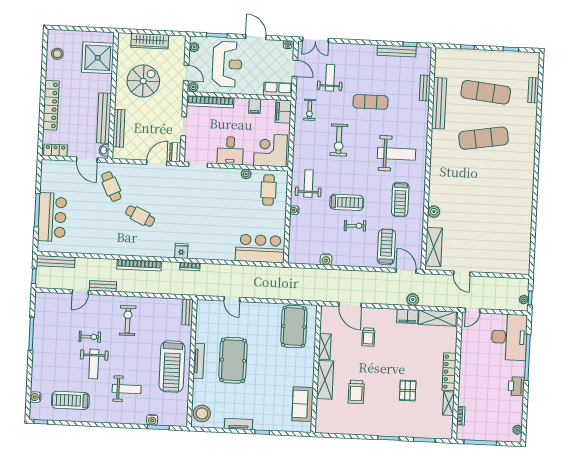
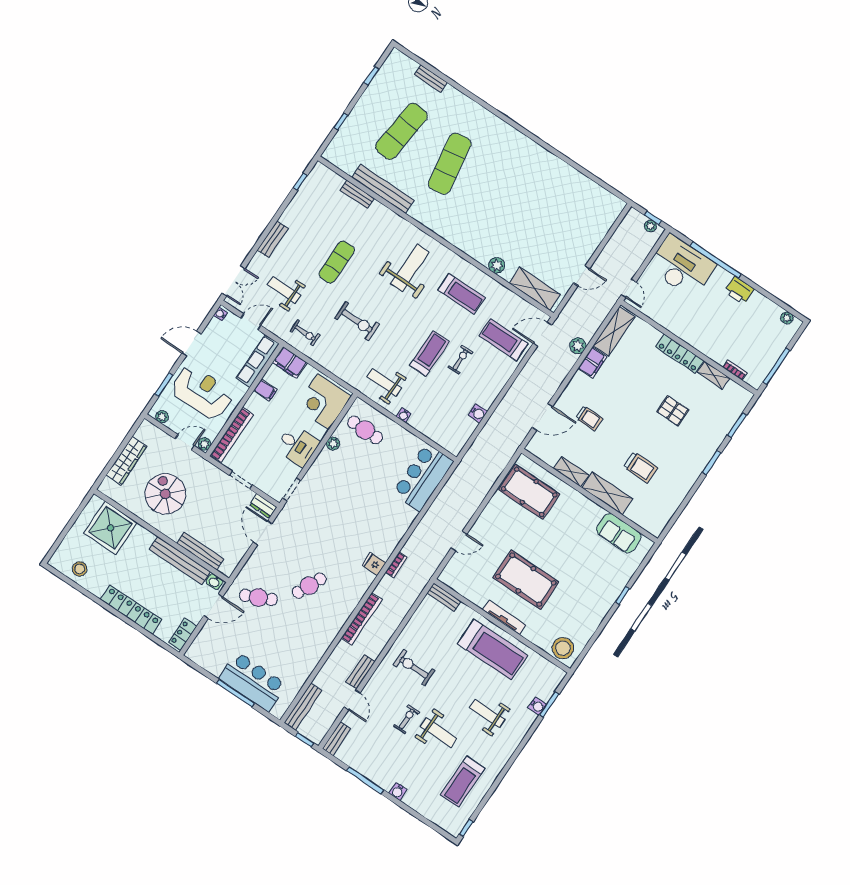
bench: (397, 51) -> (273, 239), moved, width x0.73
row of seats: (278, 89) -> (258, 361), width x1.48
bench: (48, 297) -> (337, 739), added
weight bench: (127, 389) -> (487, 713), turned -90
water cooler: (35, 397) -> (398, 791), moved
tv unit: (239, 424) -> (598, 615), removed

